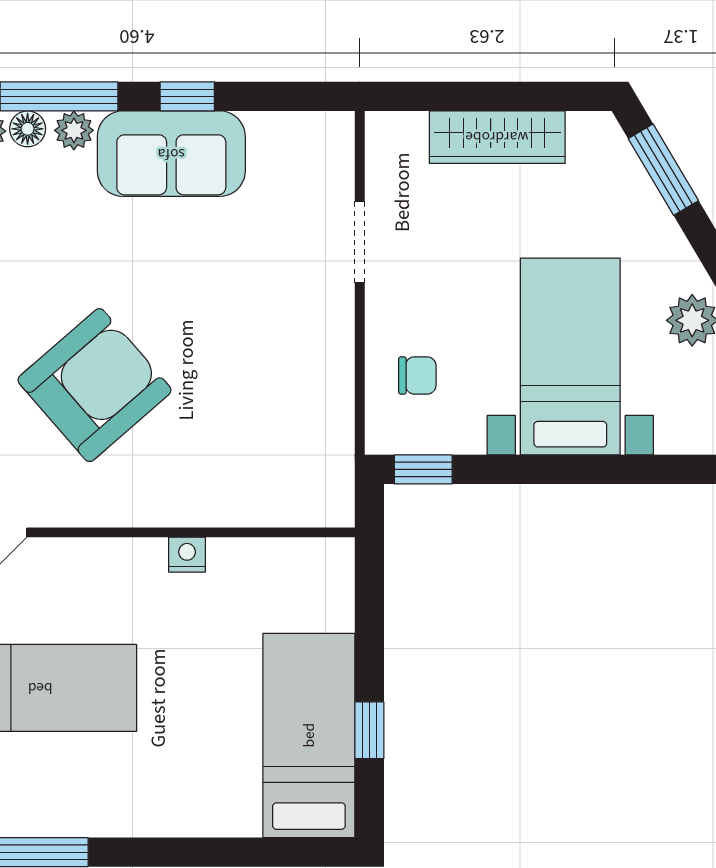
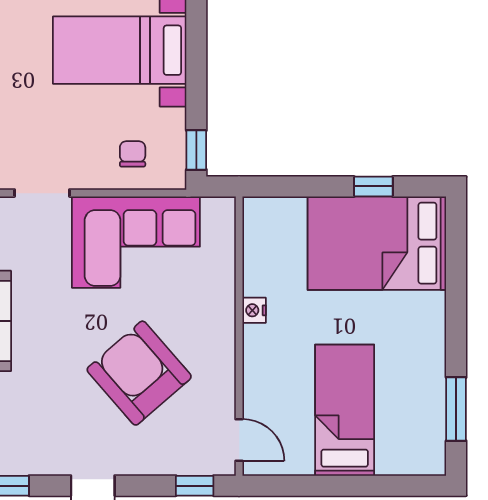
corner sofa: (288, 380) -> (136, 242), added
bed: (309, 735) -> (377, 243), width x1.50

